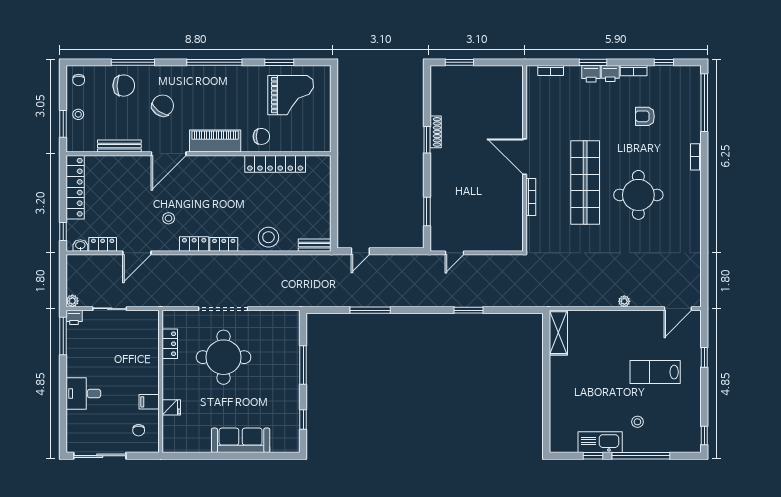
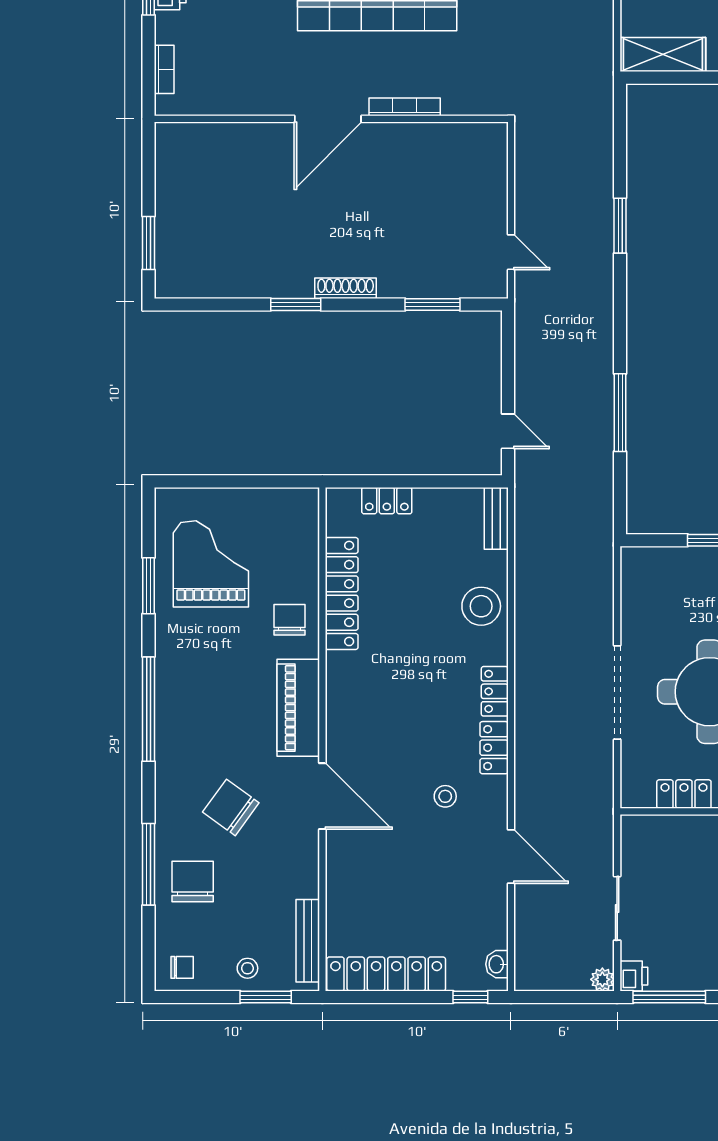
shoe rack: (436, 132) -> (346, 288), moved
bench: (119, 146) -> (308, 941), moved
locker: (103, 244) -> (387, 501), moved, turned -90

